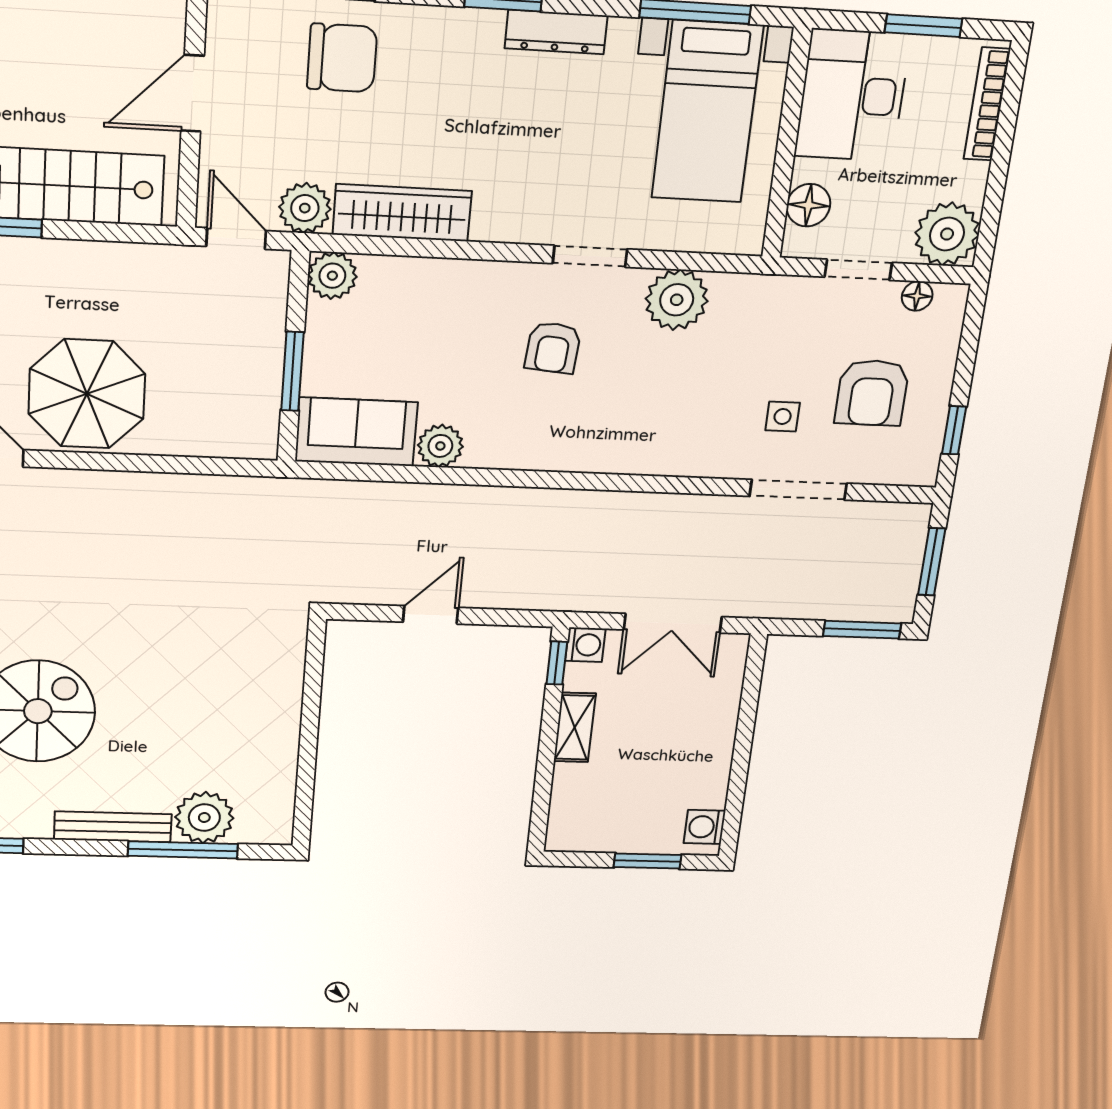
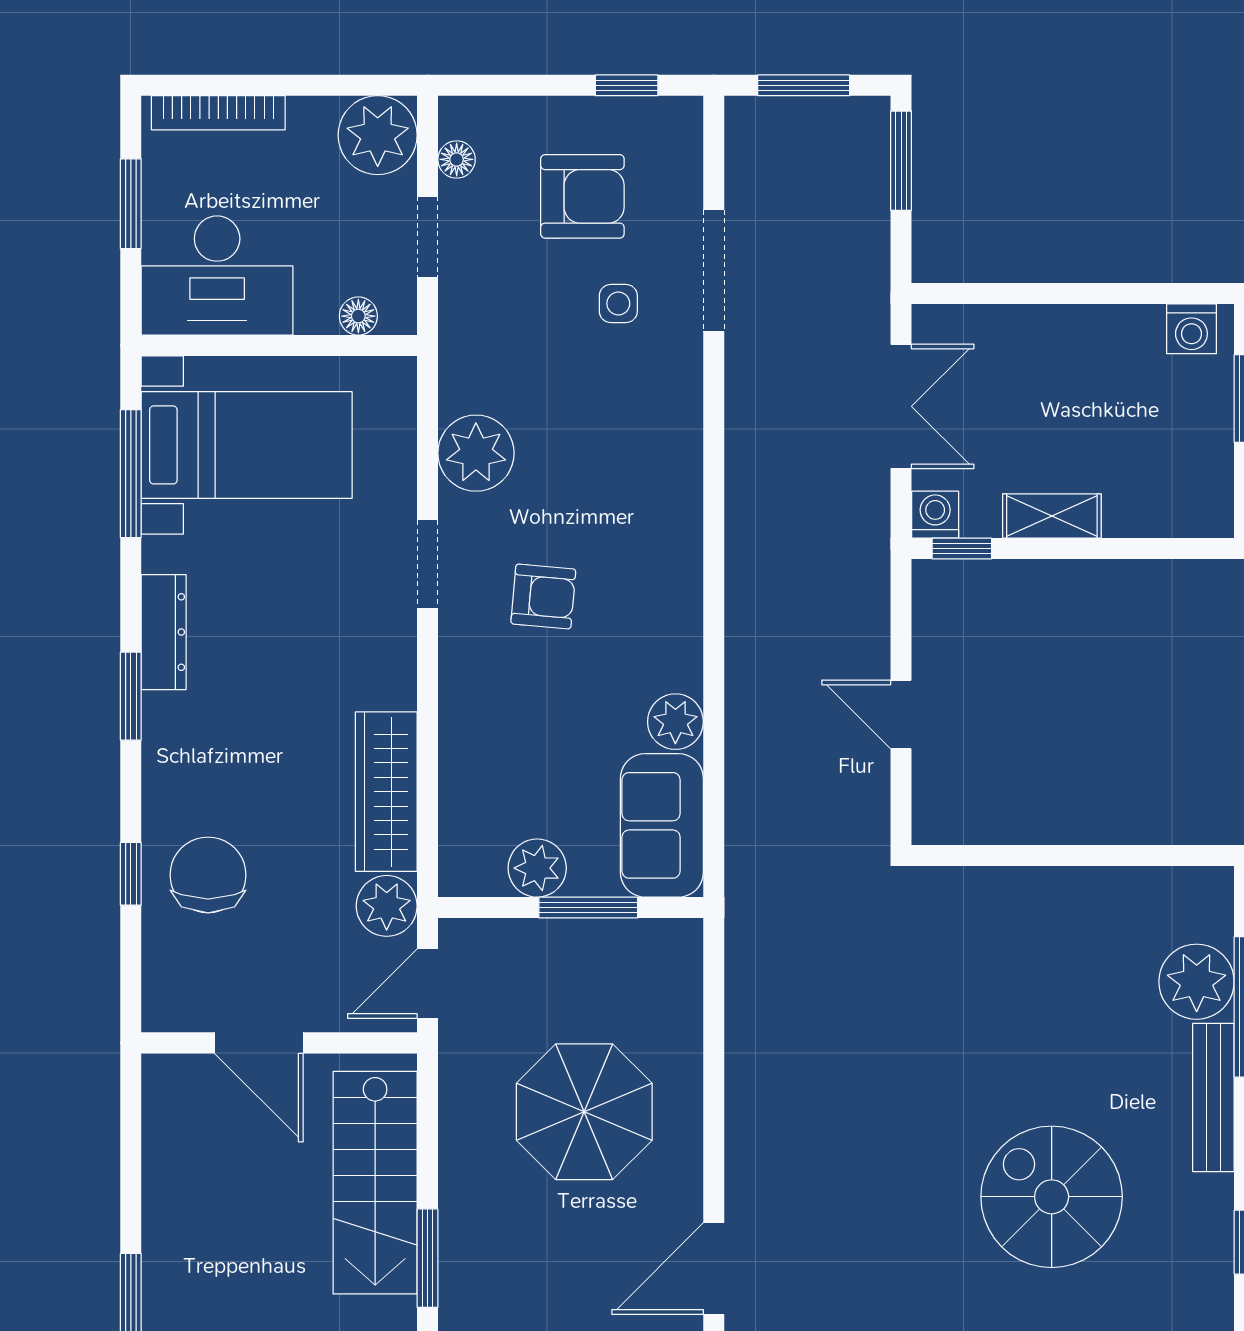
floor lamp: (808, 205) -> (358, 316), width x0.73, depth x0.73
plant: (332, 276) -> (537, 868), moved
parasol: (87, 394) -> (584, 1112), moved

